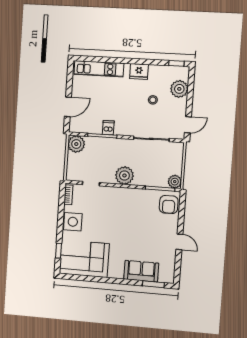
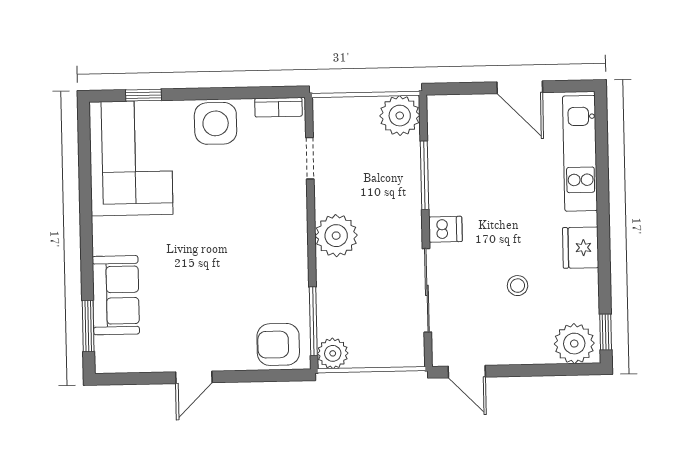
plant: (179, 89) -> (574, 344), moved
door: (68, 107) -> (520, 87), moved
dishwasher: (108, 128) -> (445, 229), moved

